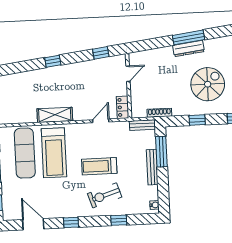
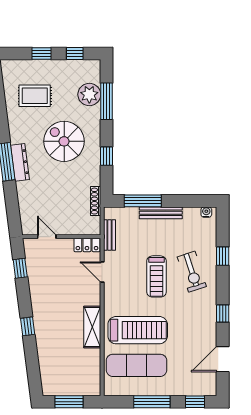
bench: (142, 125) -> (109, 235), moved

